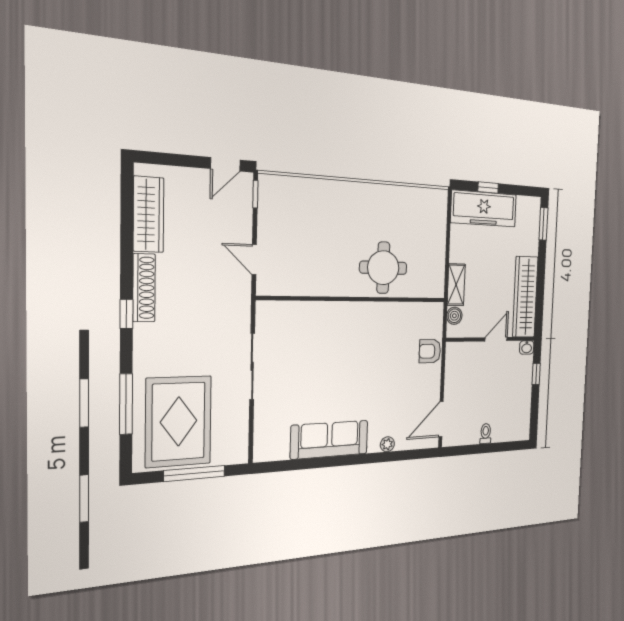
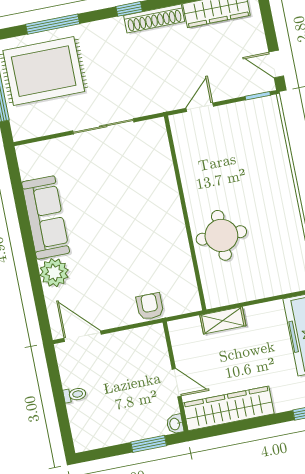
boiler: (454, 316) -> (191, 326), removed
window: (536, 374) -> (149, 444), width x1.50
plant: (387, 444) -> (54, 273), width x1.88, depth x1.88

